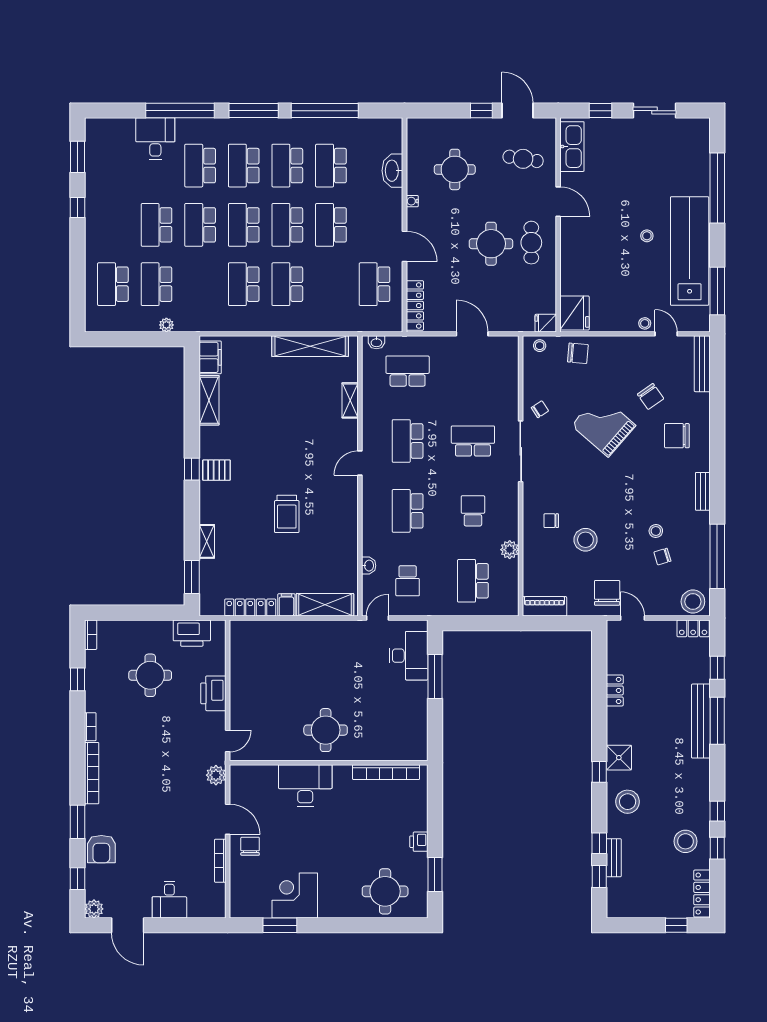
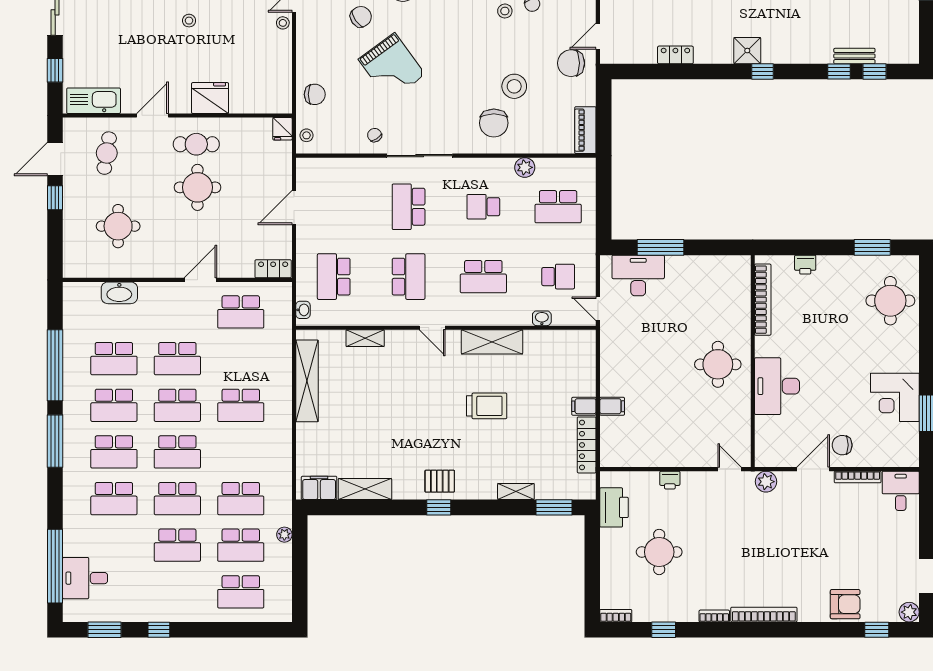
window: (180, 111) -> (55, 566), moved
desk: (155, 139) -> (85, 578), moved
water cooler: (412, 201) -> (152, 272), removed
school desk: (244, 284) -> (241, 499), moved
locker: (415, 306) -> (273, 269), width x0.66
fridge: (575, 313) -> (210, 98), moved
chair: (578, 353) -> (315, 94), turned 85
grand piano: (604, 425) -> (392, 67), turned -77
school desk: (408, 441) -> (409, 277), turned -90
pallet: (216, 470) -> (440, 481), turned 90
chair: (551, 521) -> (494, 123), width x1.87, depth x1.87
shelving: (325, 605) -> (492, 342), moved, turned 90
filing cabinet: (286, 631) -> (612, 406), added
printer: (213, 693) -> (670, 480), width x0.53, depth x0.68
stool: (628, 802) -> (794, 41), removed
window: (78, 822) -> (816, 630), removed
printer: (419, 842) -> (805, 265), moved
desk: (169, 900) -> (901, 491), moved, turned -90

